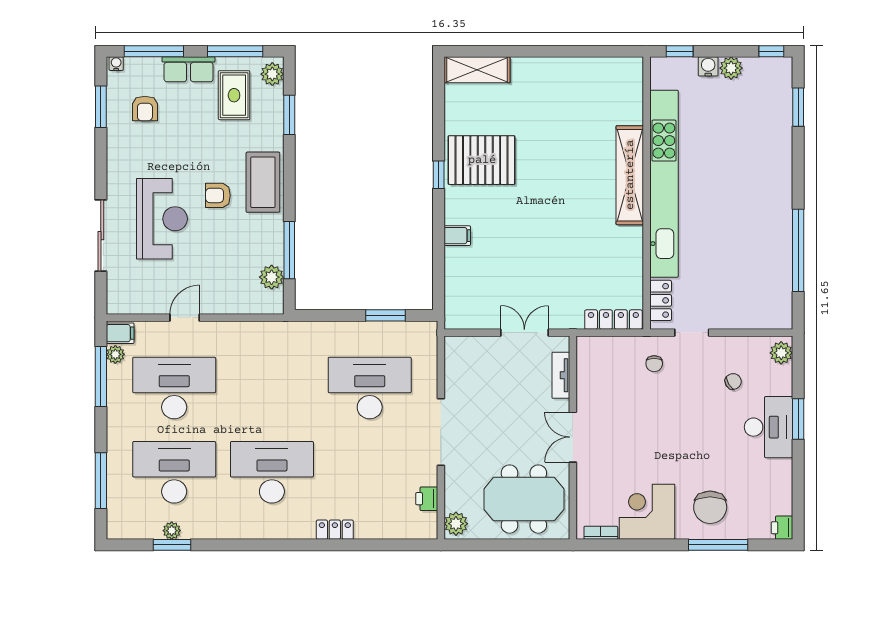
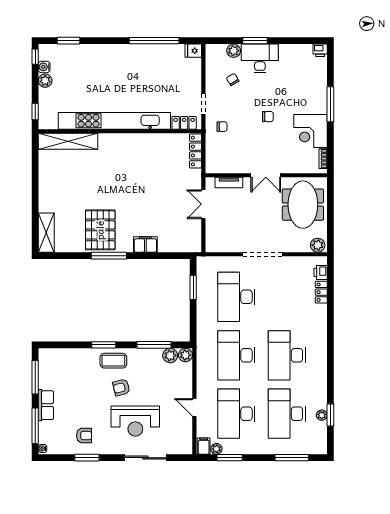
water cooler: (708, 66) -> (44, 67), moved
plant: (272, 74) -> (185, 355), moved
rug: (234, 95) -> (61, 378), removed
window: (101, 107) -> (87, 458), moved
armchair: (145, 109) -> (84, 436), moved
window: (289, 115) -> (104, 345), moved
window: (439, 175) -> (109, 256), width x2.17
shelving: (630, 175) -> (68, 141), moved
coffee table: (263, 182) -> (113, 361), width x0.73, depth x0.76
armchair: (218, 195) -> (121, 388), turned 76
reception desk: (162, 219) -> (135, 421), turned 180
filing cabinet: (457, 236) -> (145, 244), width x2.00
fridge: (781, 316) -> (193, 51), added
plant: (781, 353) -> (234, 51), moved
window: (101, 377) -> (230, 458), width x0.69
desk: (272, 388) -> (236, 355), added
printer: (427, 499) -> (321, 272), moved, turned 90
chair: (710, 507) -> (268, 117), moved, width x0.54, depth x0.54
locker: (335, 530) -> (321, 292), moved
window: (718, 545) -> (330, 104), moved

